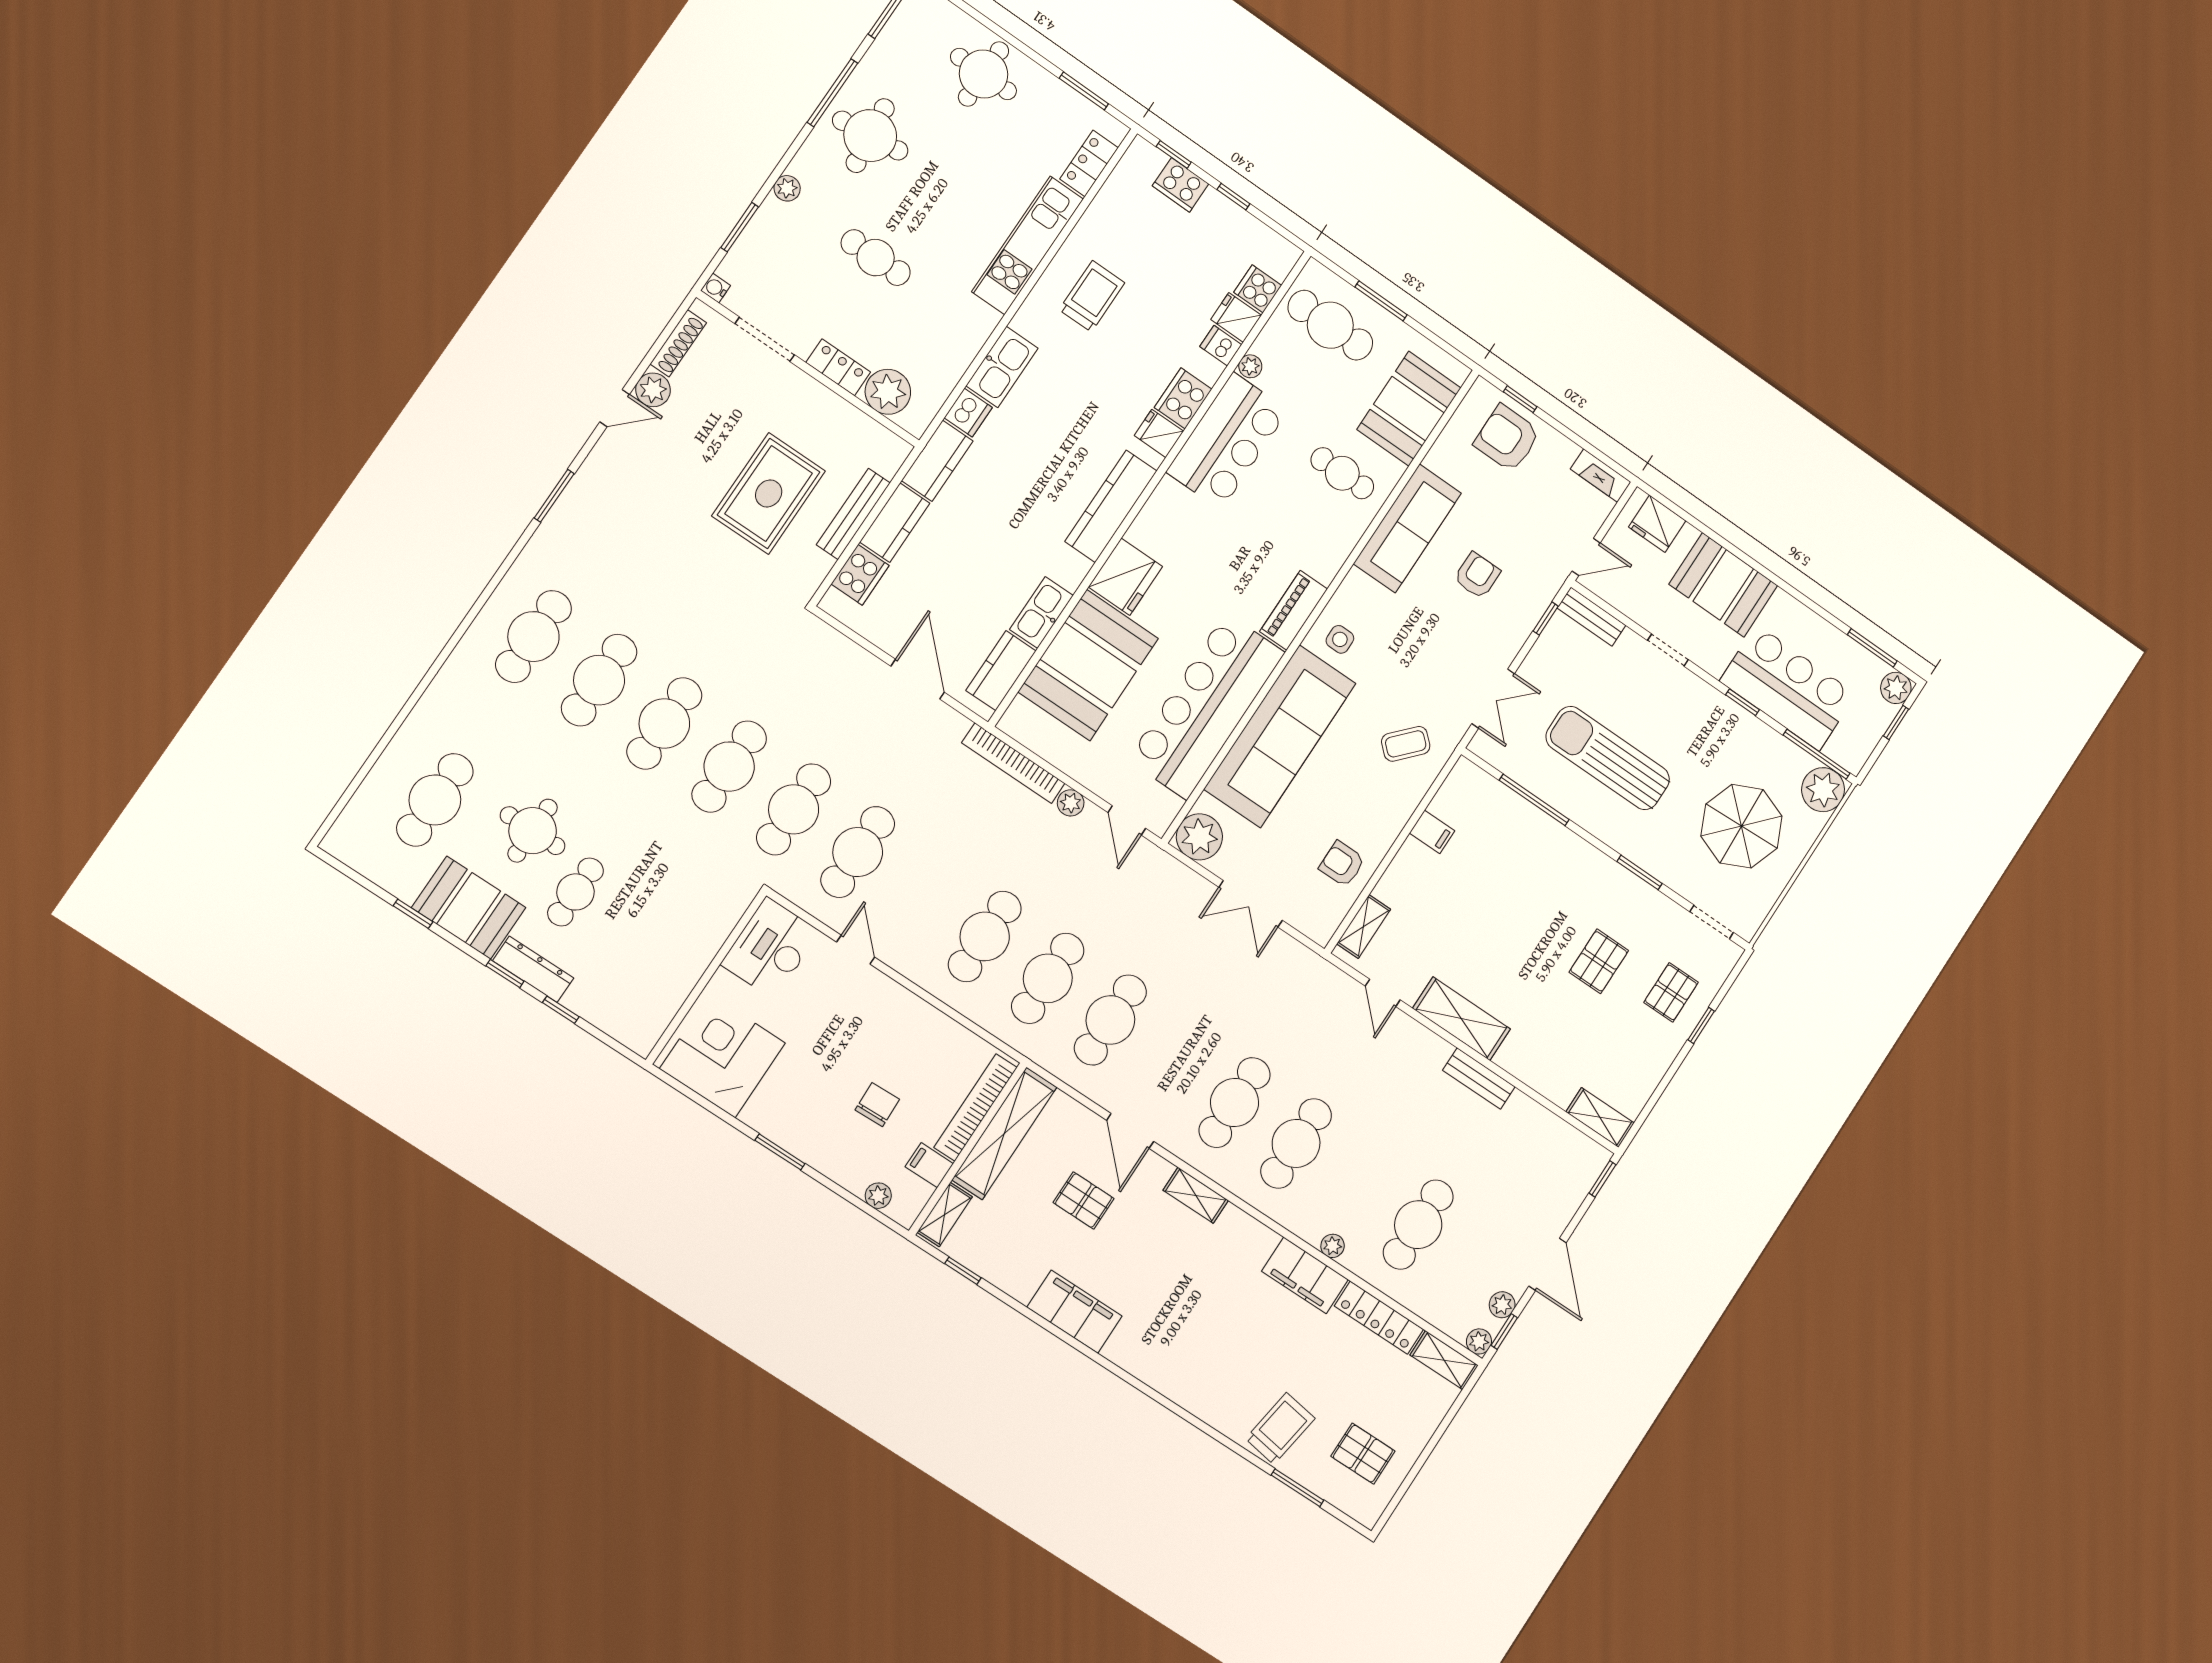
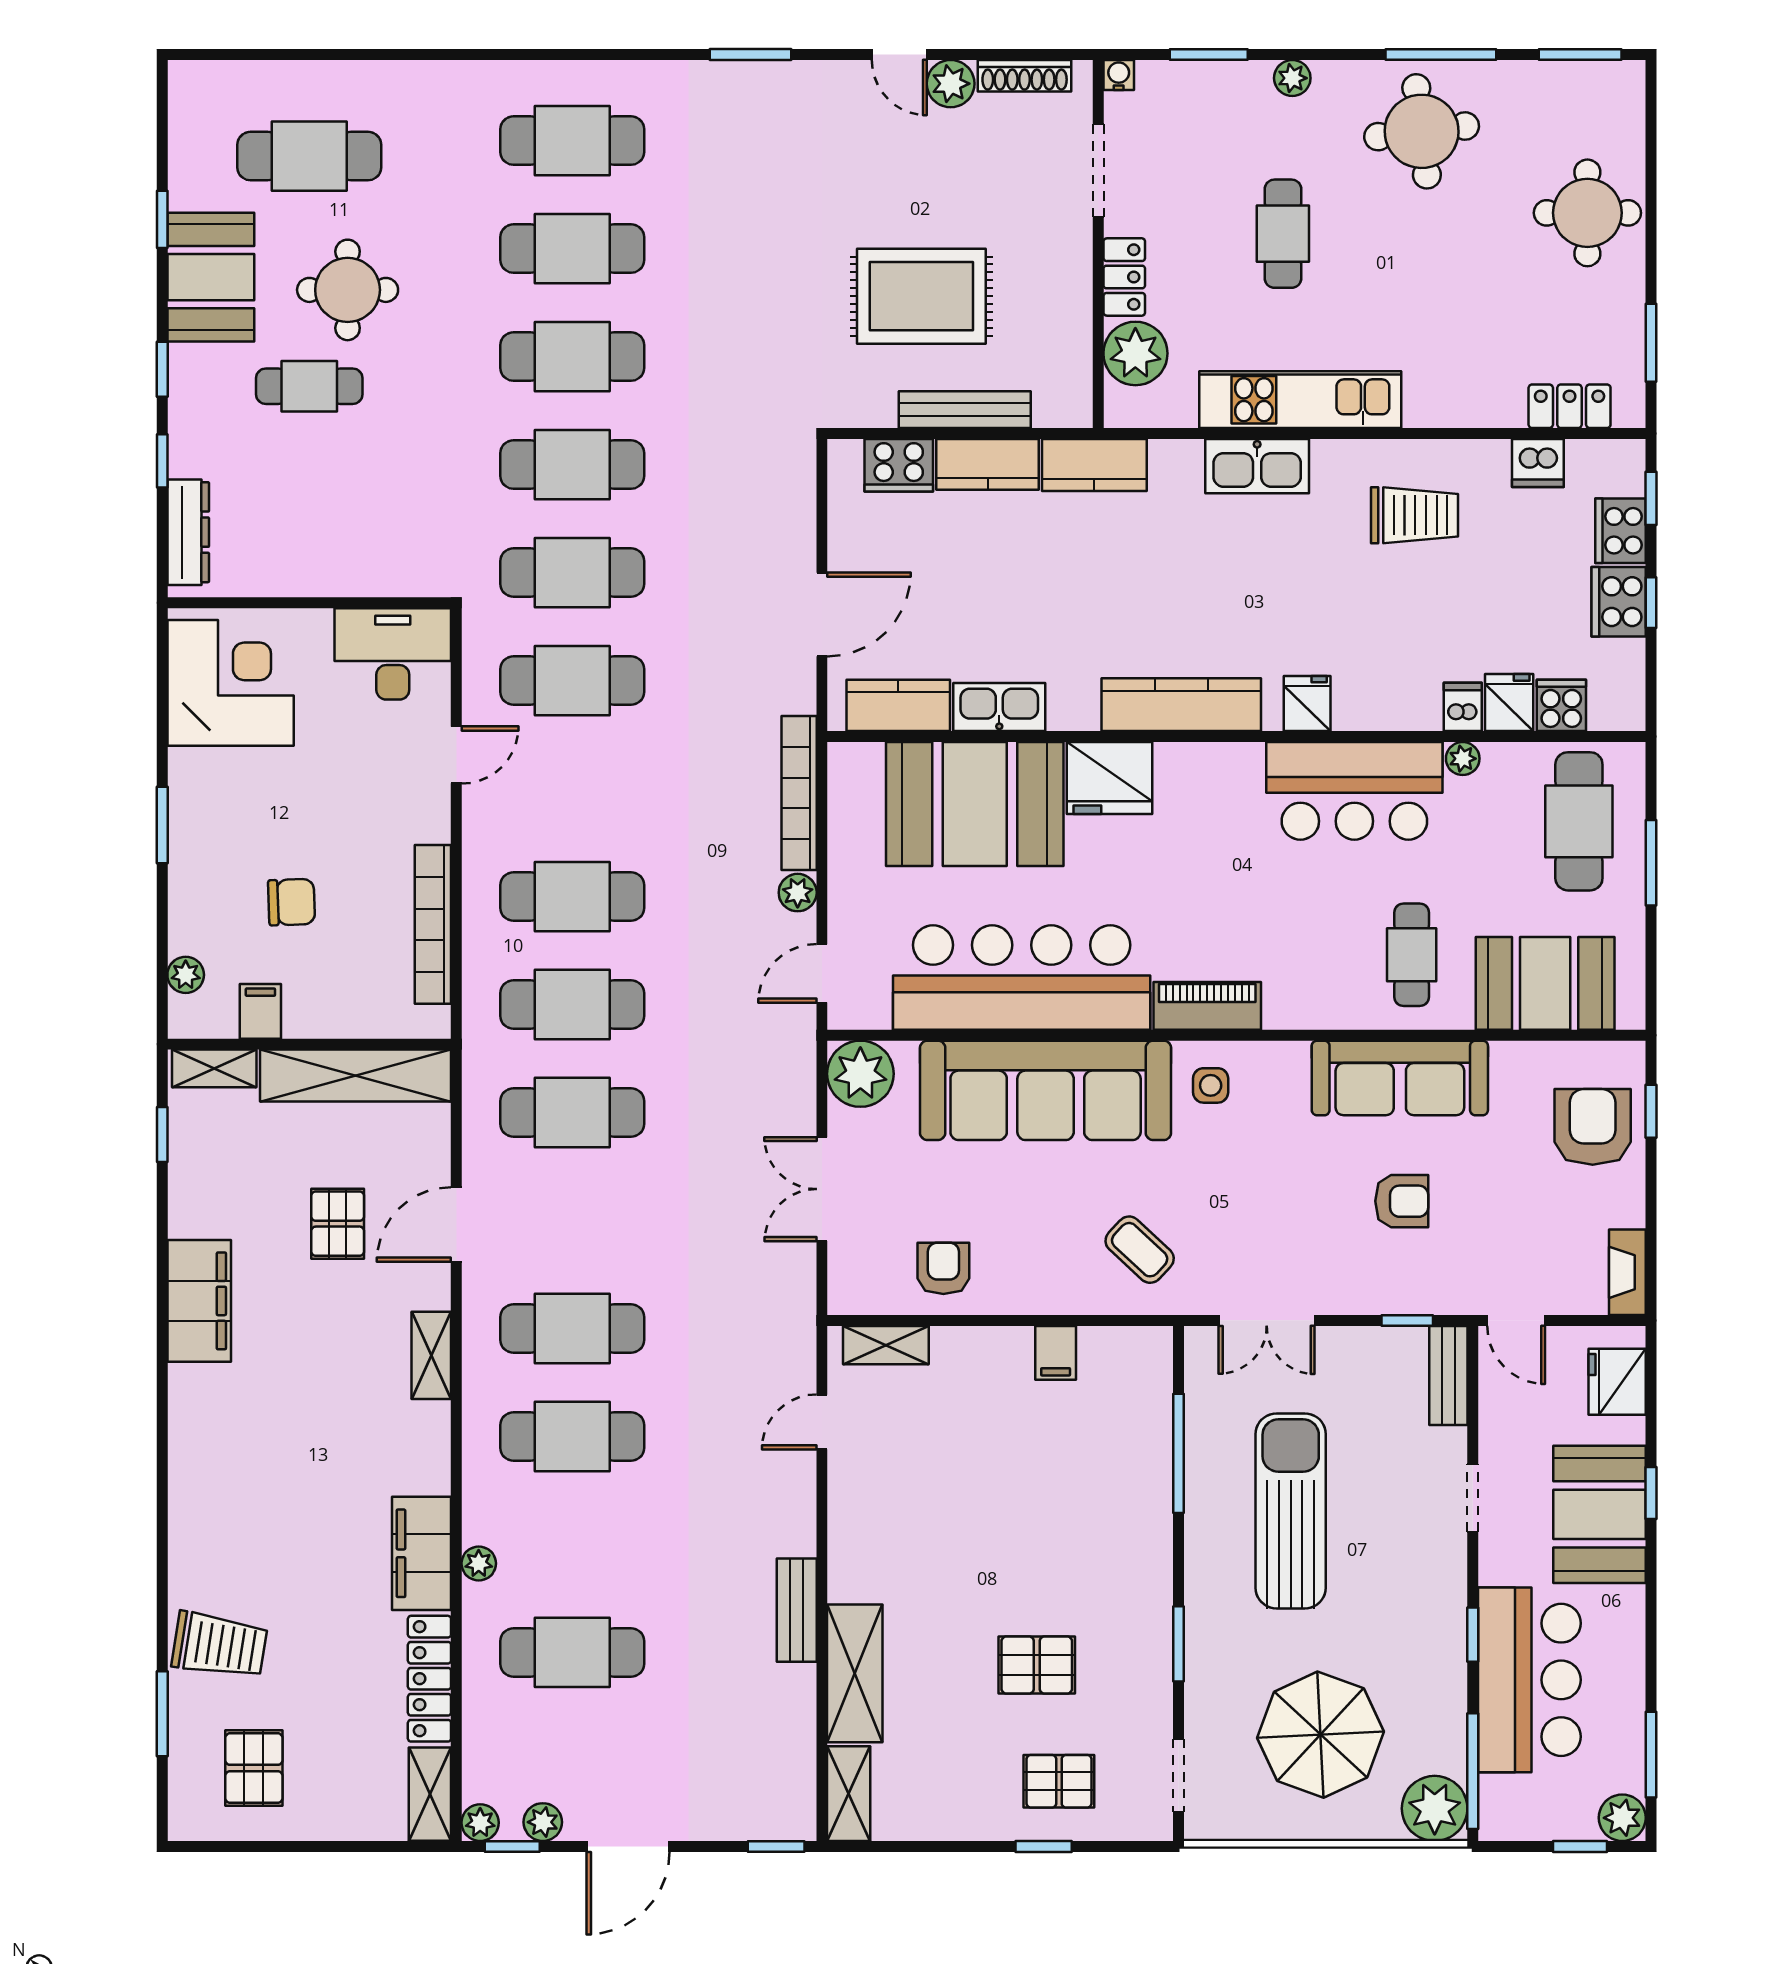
kitchen unit: (1028, 245) -> (1300, 400), moved
cooker: (1183, 398) -> (1619, 602), moved, turned -90
dishwasher: (968, 413) -> (1538, 463), moved
window: (1730, 548) -> (1651, 1493), added
dresser: (533, 969) -> (188, 532), moved
shelving: (1461, 1019) -> (855, 1673), moved
bookcase: (976, 1107) -> (433, 924), moved, turned -90

